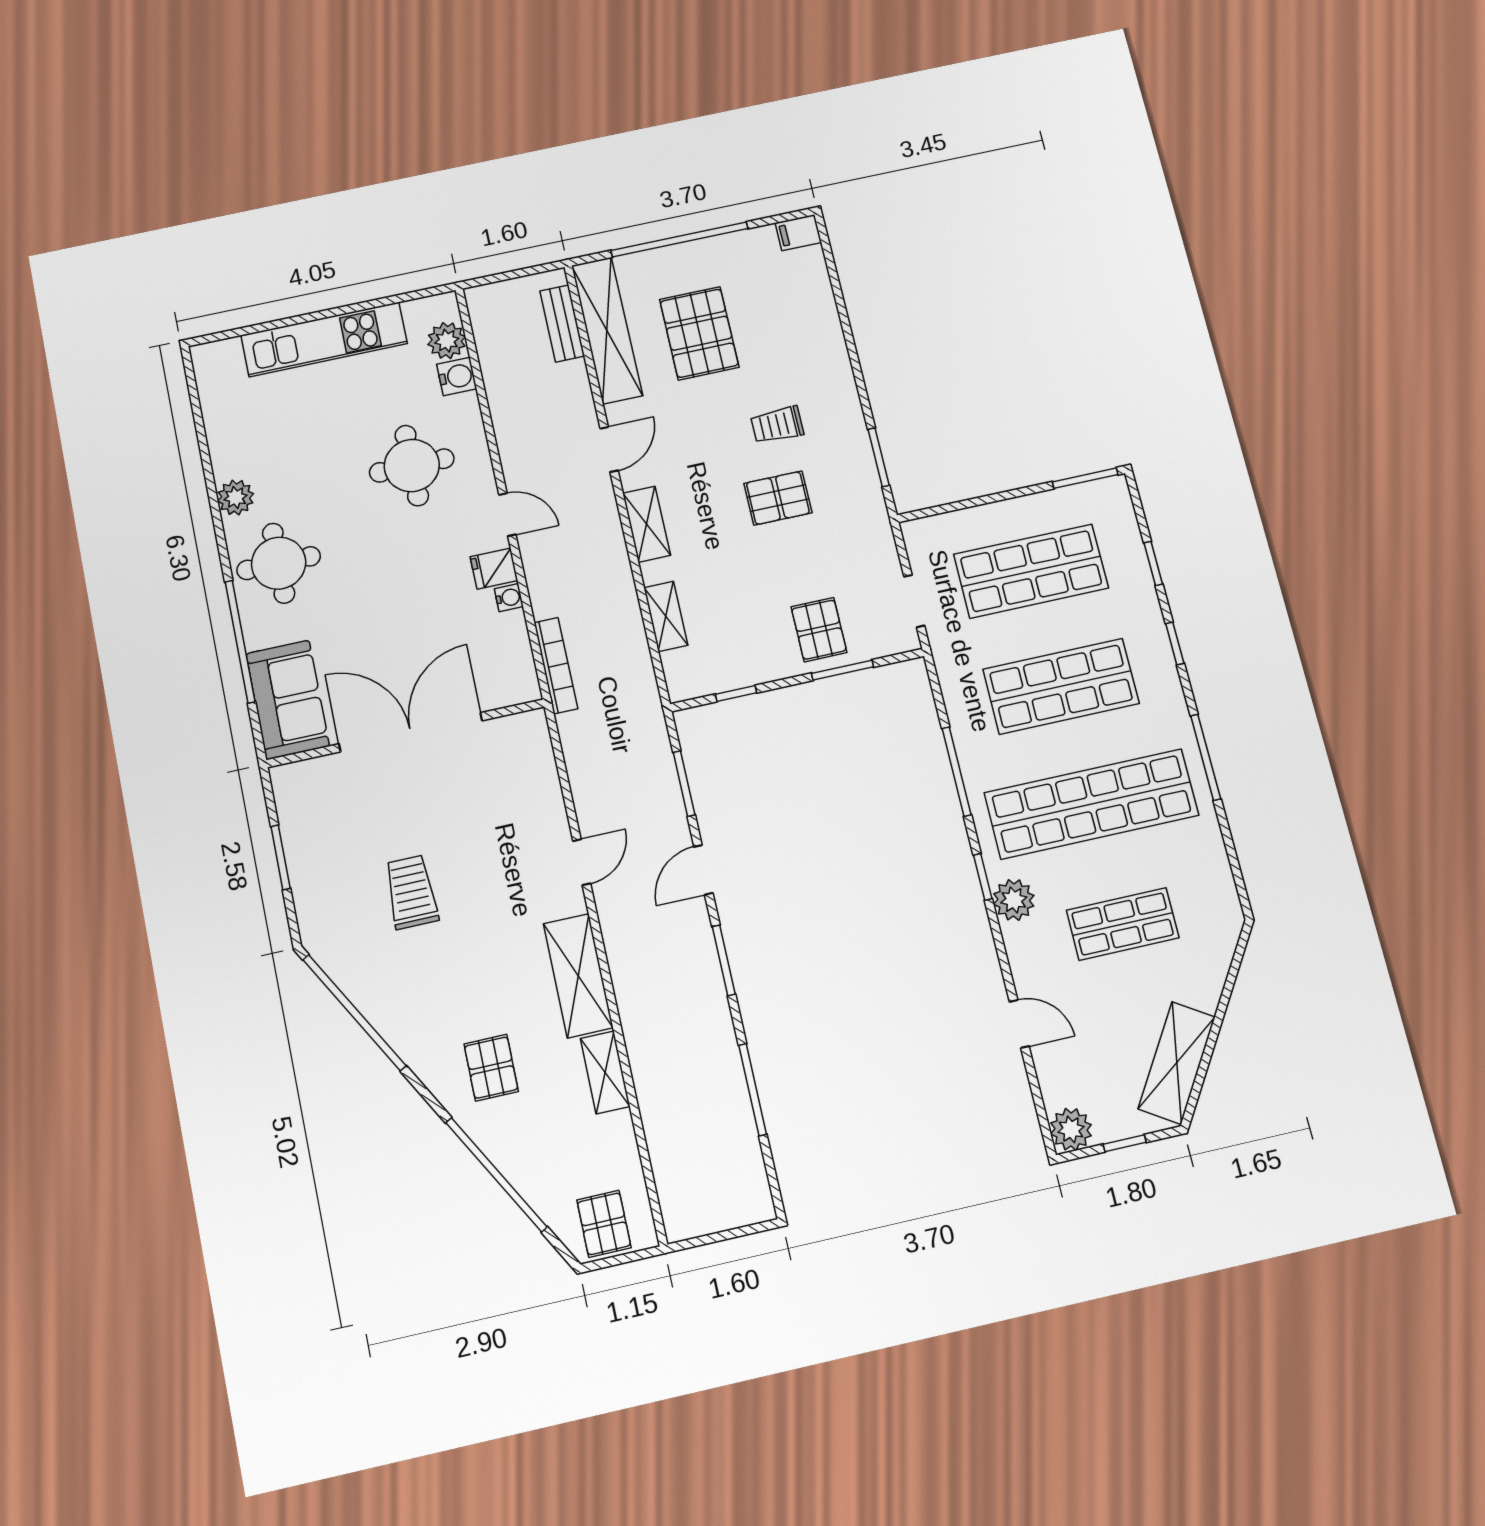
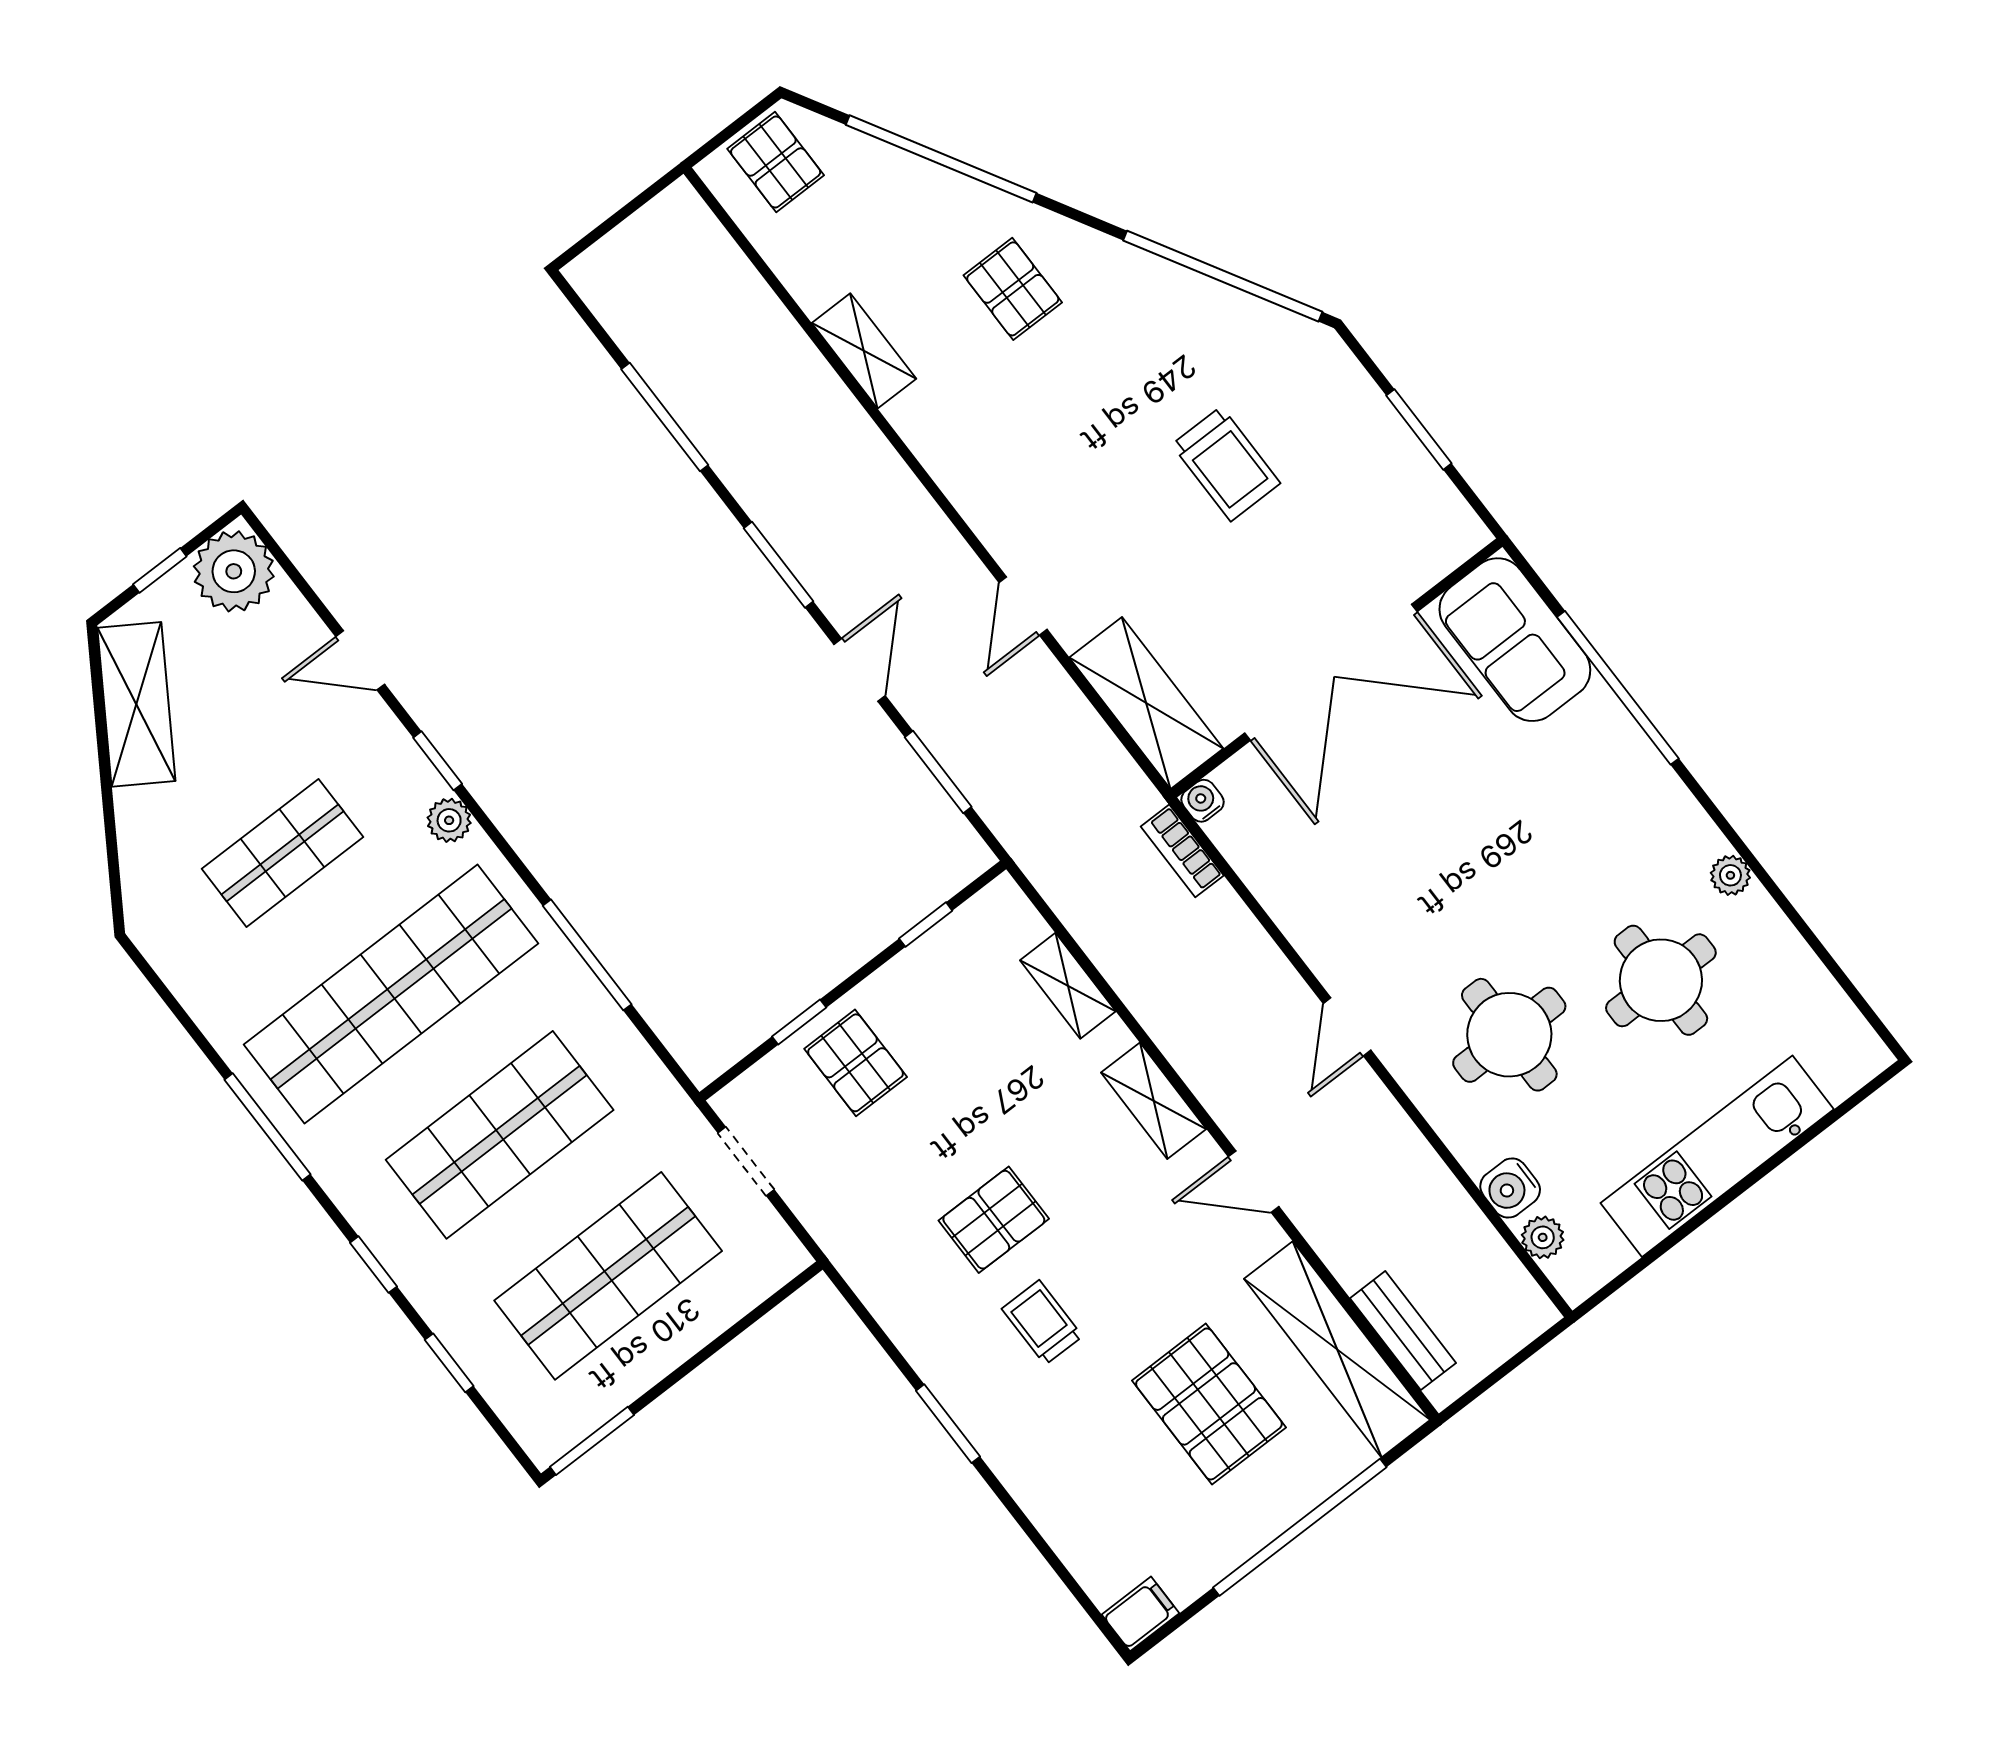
plant: (447, 341) -> (1543, 1237), width x0.73, depth x0.73
trolley: (777, 425) -> (1042, 1322), turned -90
door: (609, 449) -> (1254, 1182), hinge flipped
window: (879, 457) -> (948, 1424), moved
plant: (236, 498) -> (1730, 875), width x0.73, depth x0.73
door: (507, 515) -> (1347, 1027), hinge flipped
round table: (279, 563) -> (1661, 980), moved
fridge: (494, 569) -> (1329, 944), removed
water cooler: (509, 598) -> (1203, 801), moved, turned 90
bookcase: (556, 666) -> (1182, 851), width x0.64
window: (842, 670) -> (799, 1022), width x0.67
window: (983, 877) -> (438, 761), moved
plant: (1014, 900) -> (449, 820), width x0.73, depth x0.73
shelving: (578, 976) -> (1146, 703), moved
plant: (1071, 1129) -> (234, 571), width x1.36, depth x1.36

